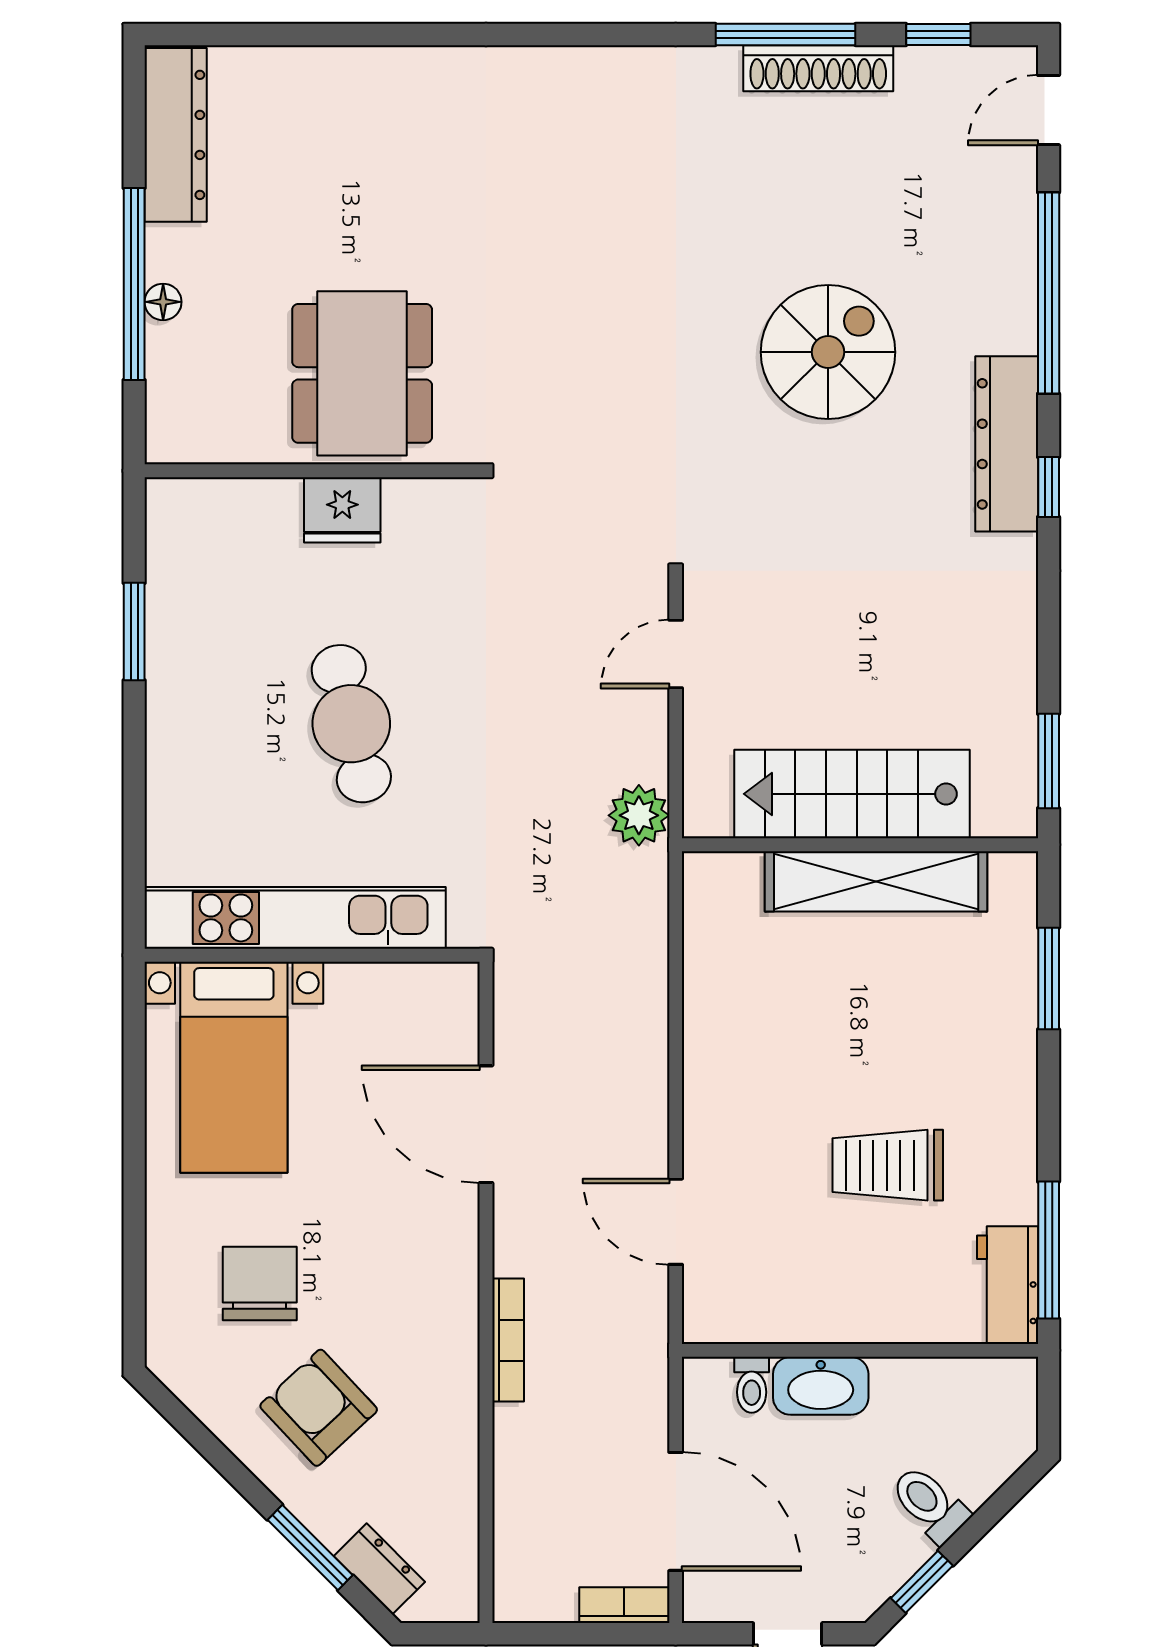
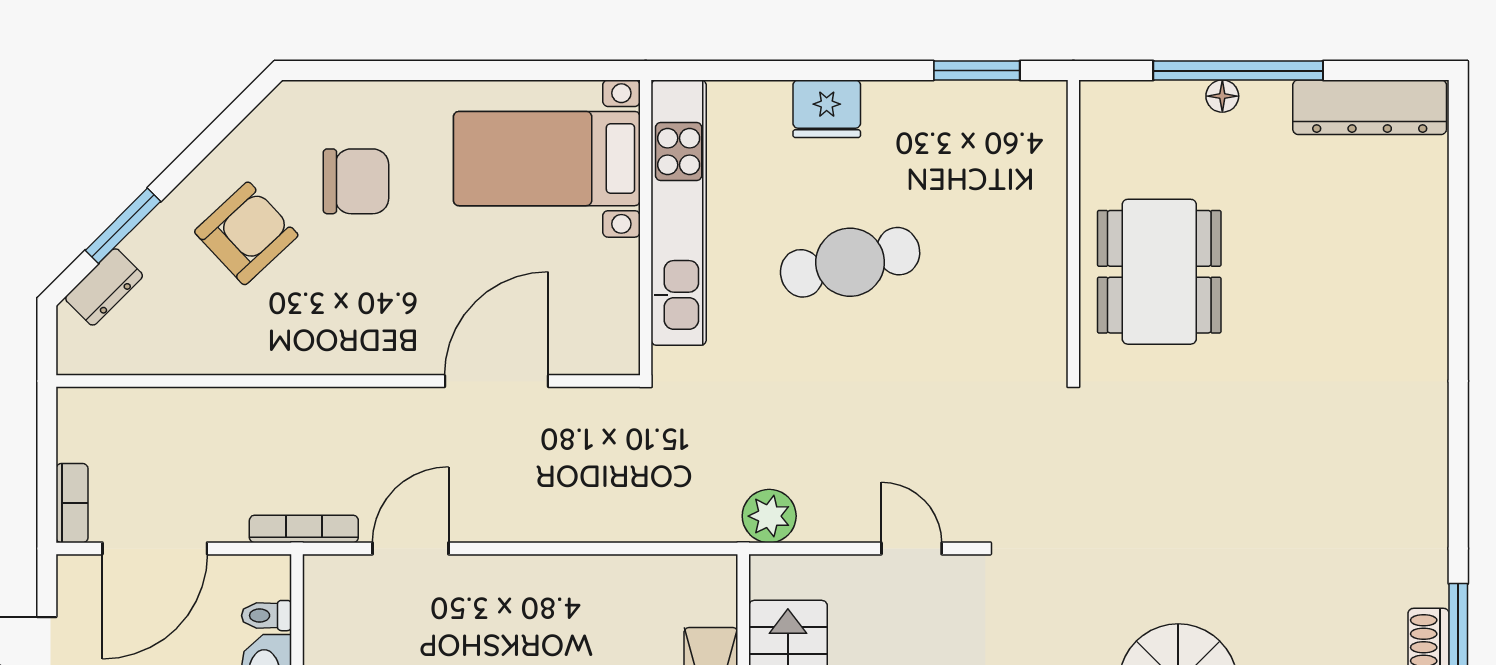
dining table: (362, 373) -> (1159, 272), turned 90
fridge: (342, 510) -> (827, 109), moved, turned -90
window: (134, 632) -> (977, 71), moved
bookcase: (508, 1340) -> (304, 529), moved, turned 180

